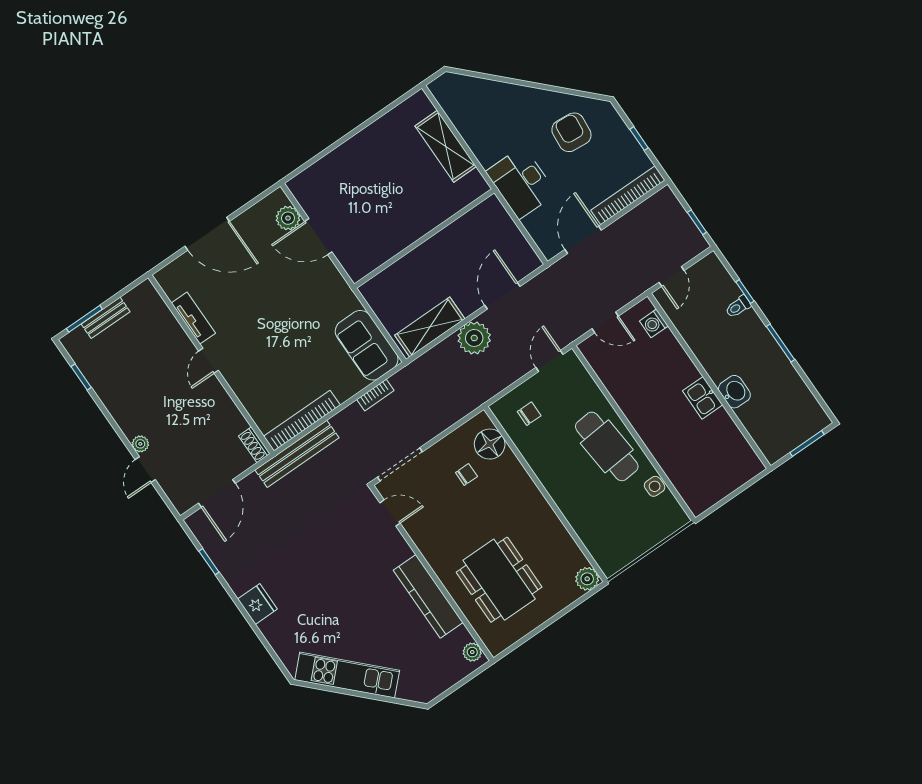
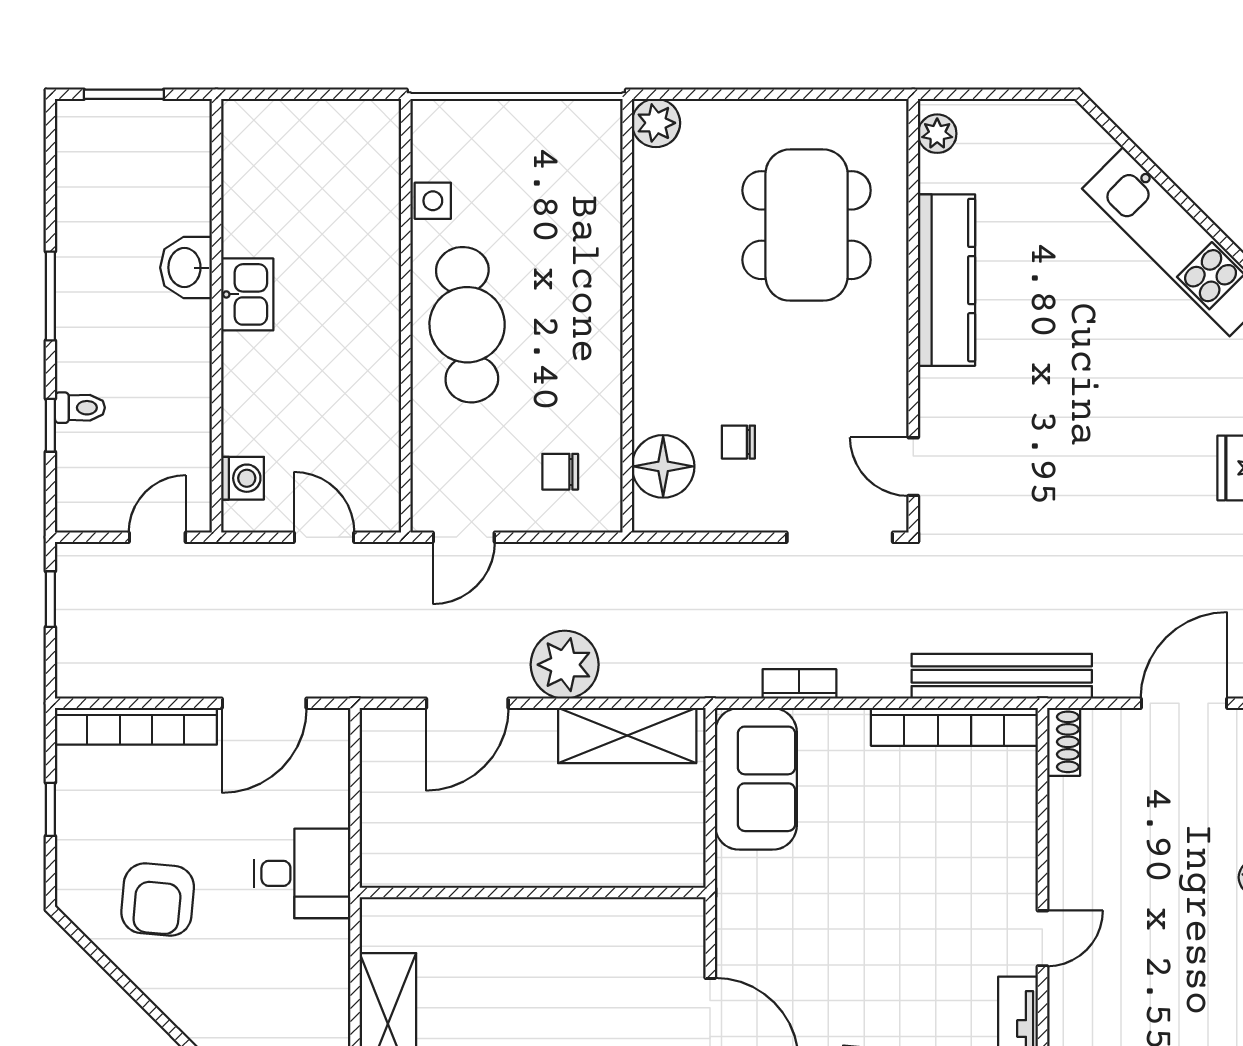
desk: (521, 182) -> (302, 873), width x0.73

